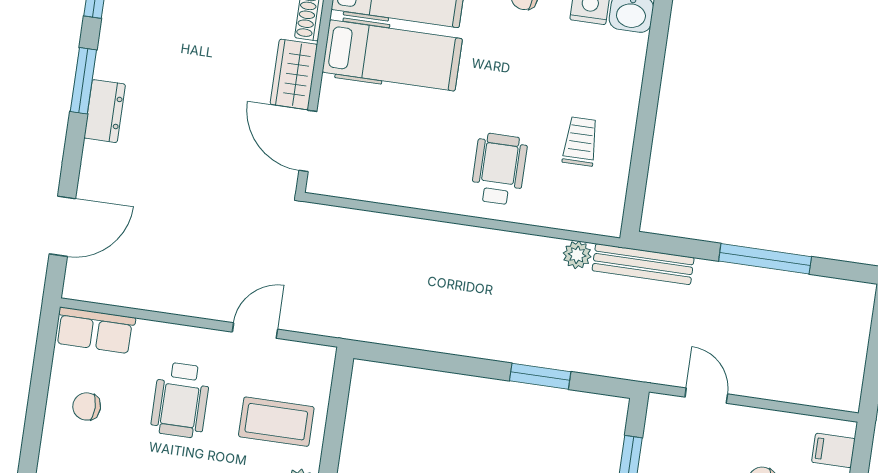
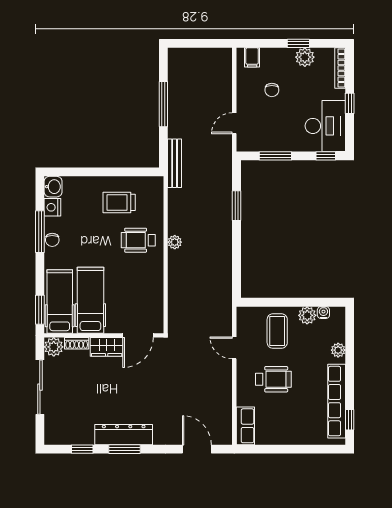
dresser: (105, 111) -> (124, 435), width x1.96, depth x1.24
trolley: (580, 141) -> (119, 202), width x1.36, depth x1.39
plant: (577, 255) -> (175, 242), moved
chair: (87, 406) -> (283, 425), removed

